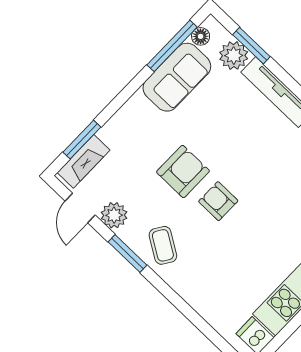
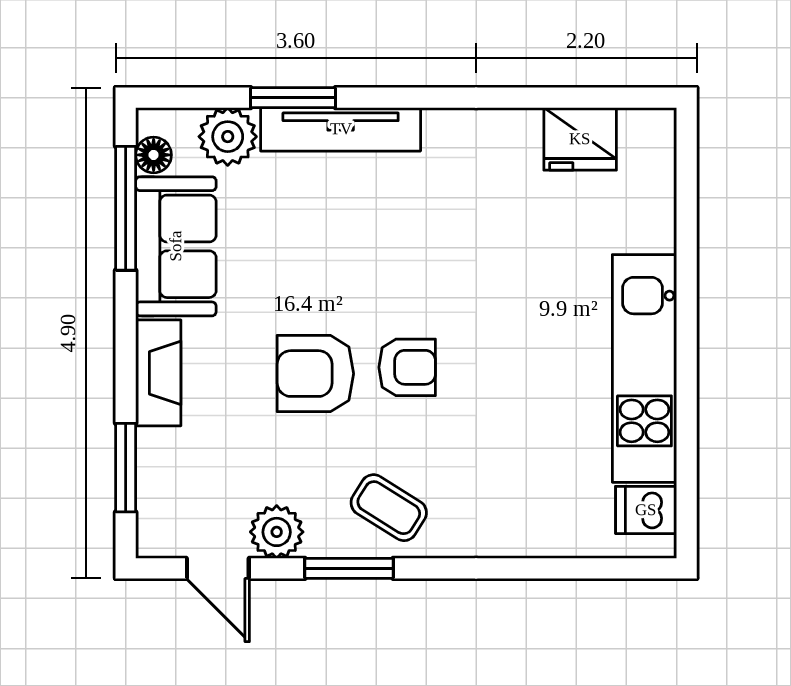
window: (251, 46) -> (293, 98), moved
fireplace: (84, 161) -> (158, 373), moved
armchair: (183, 171) -> (315, 374), turned -90
armchair: (218, 201) -> (407, 367), turned 180

